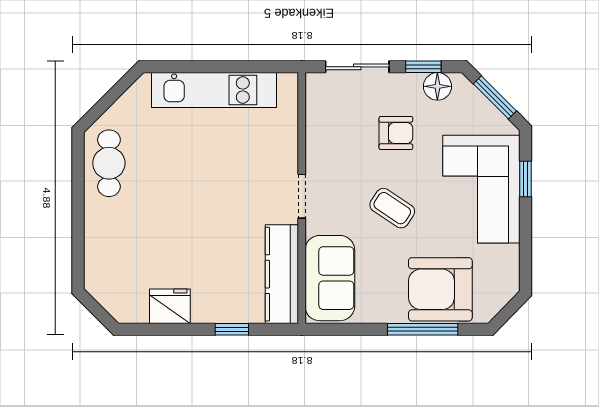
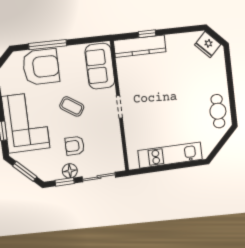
floor lamp: (437, 86) -> (70, 171), moved
kitchen counter: (282, 274) -> (140, 46), moved, turned 90
fridge: (170, 306) -> (208, 45), moved, turned 45

